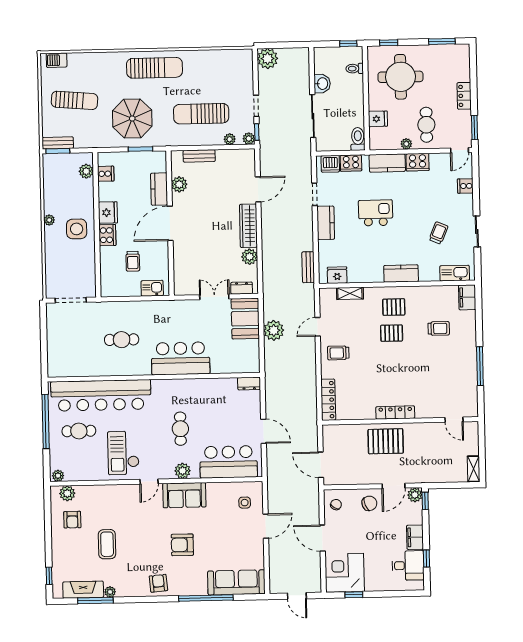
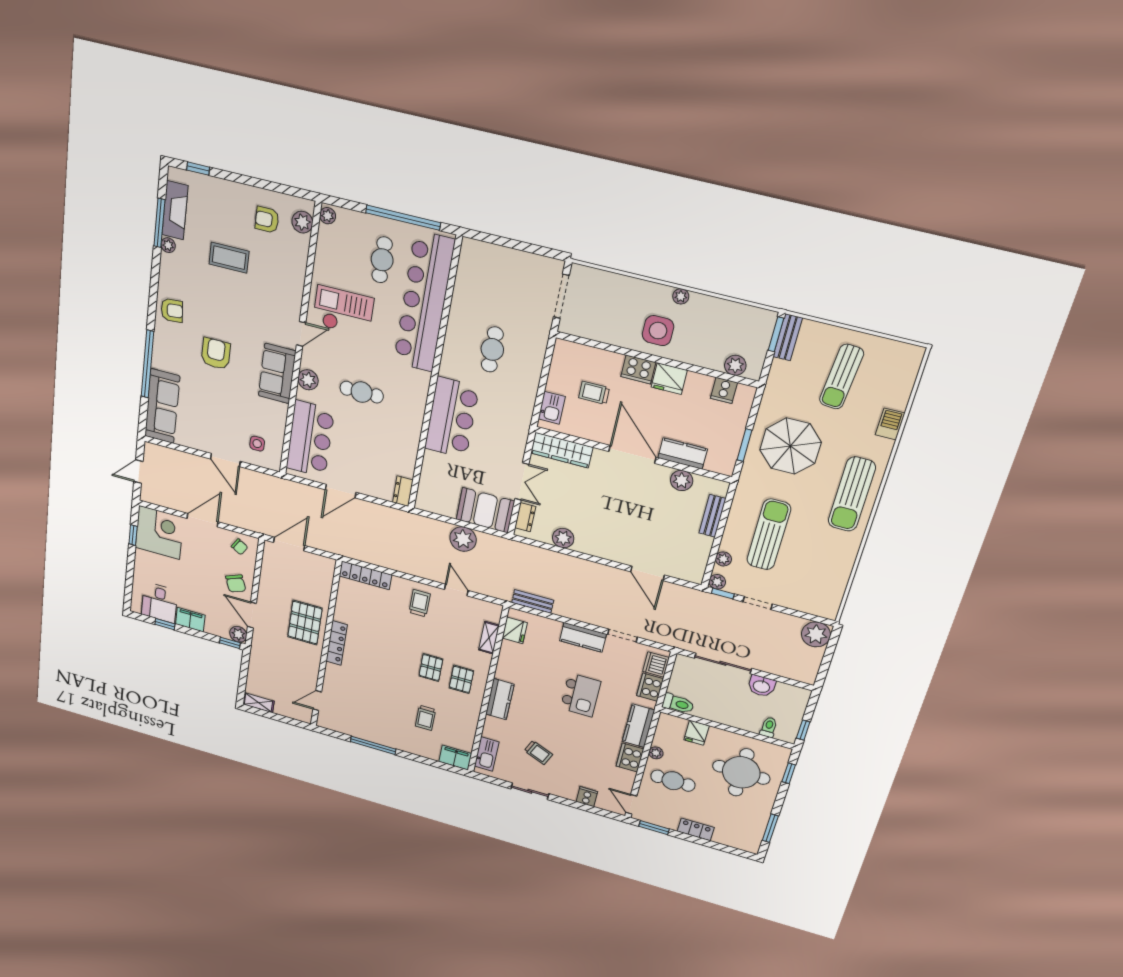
barbecue: (57, 60) -> (890, 424), moved
wardrobe: (248, 226) -> (562, 450), moved, turned 180
door: (149, 482) -> (301, 334), swing flipped

